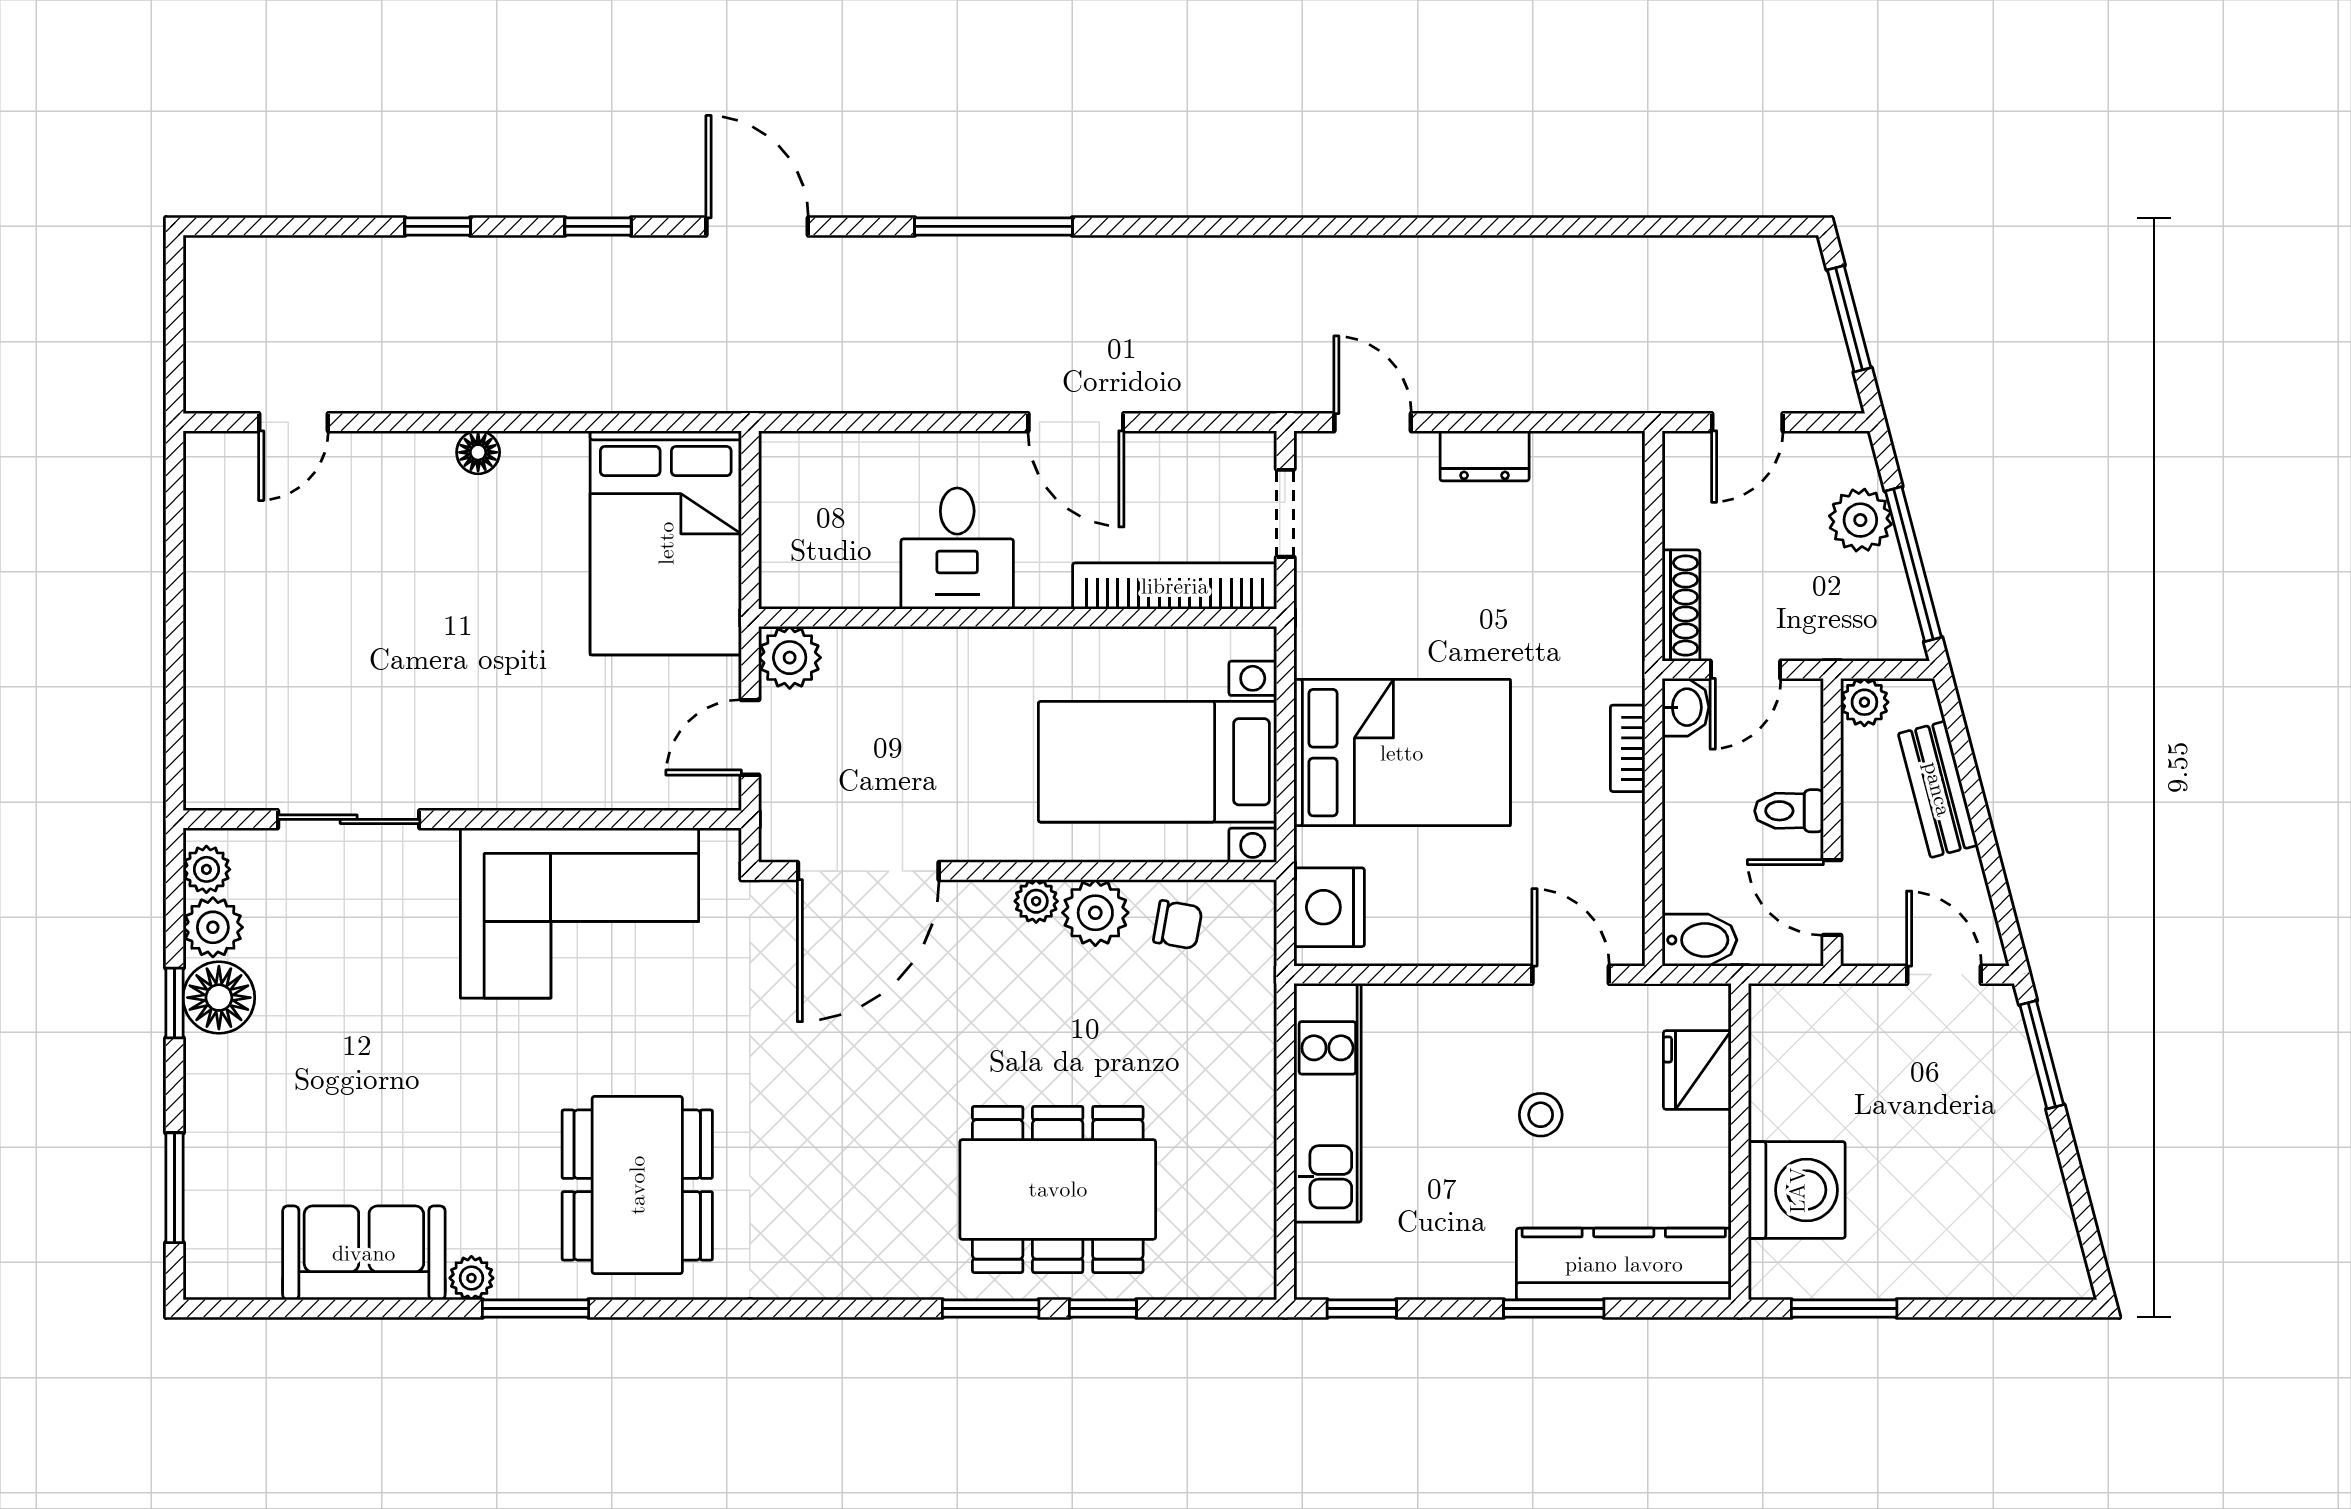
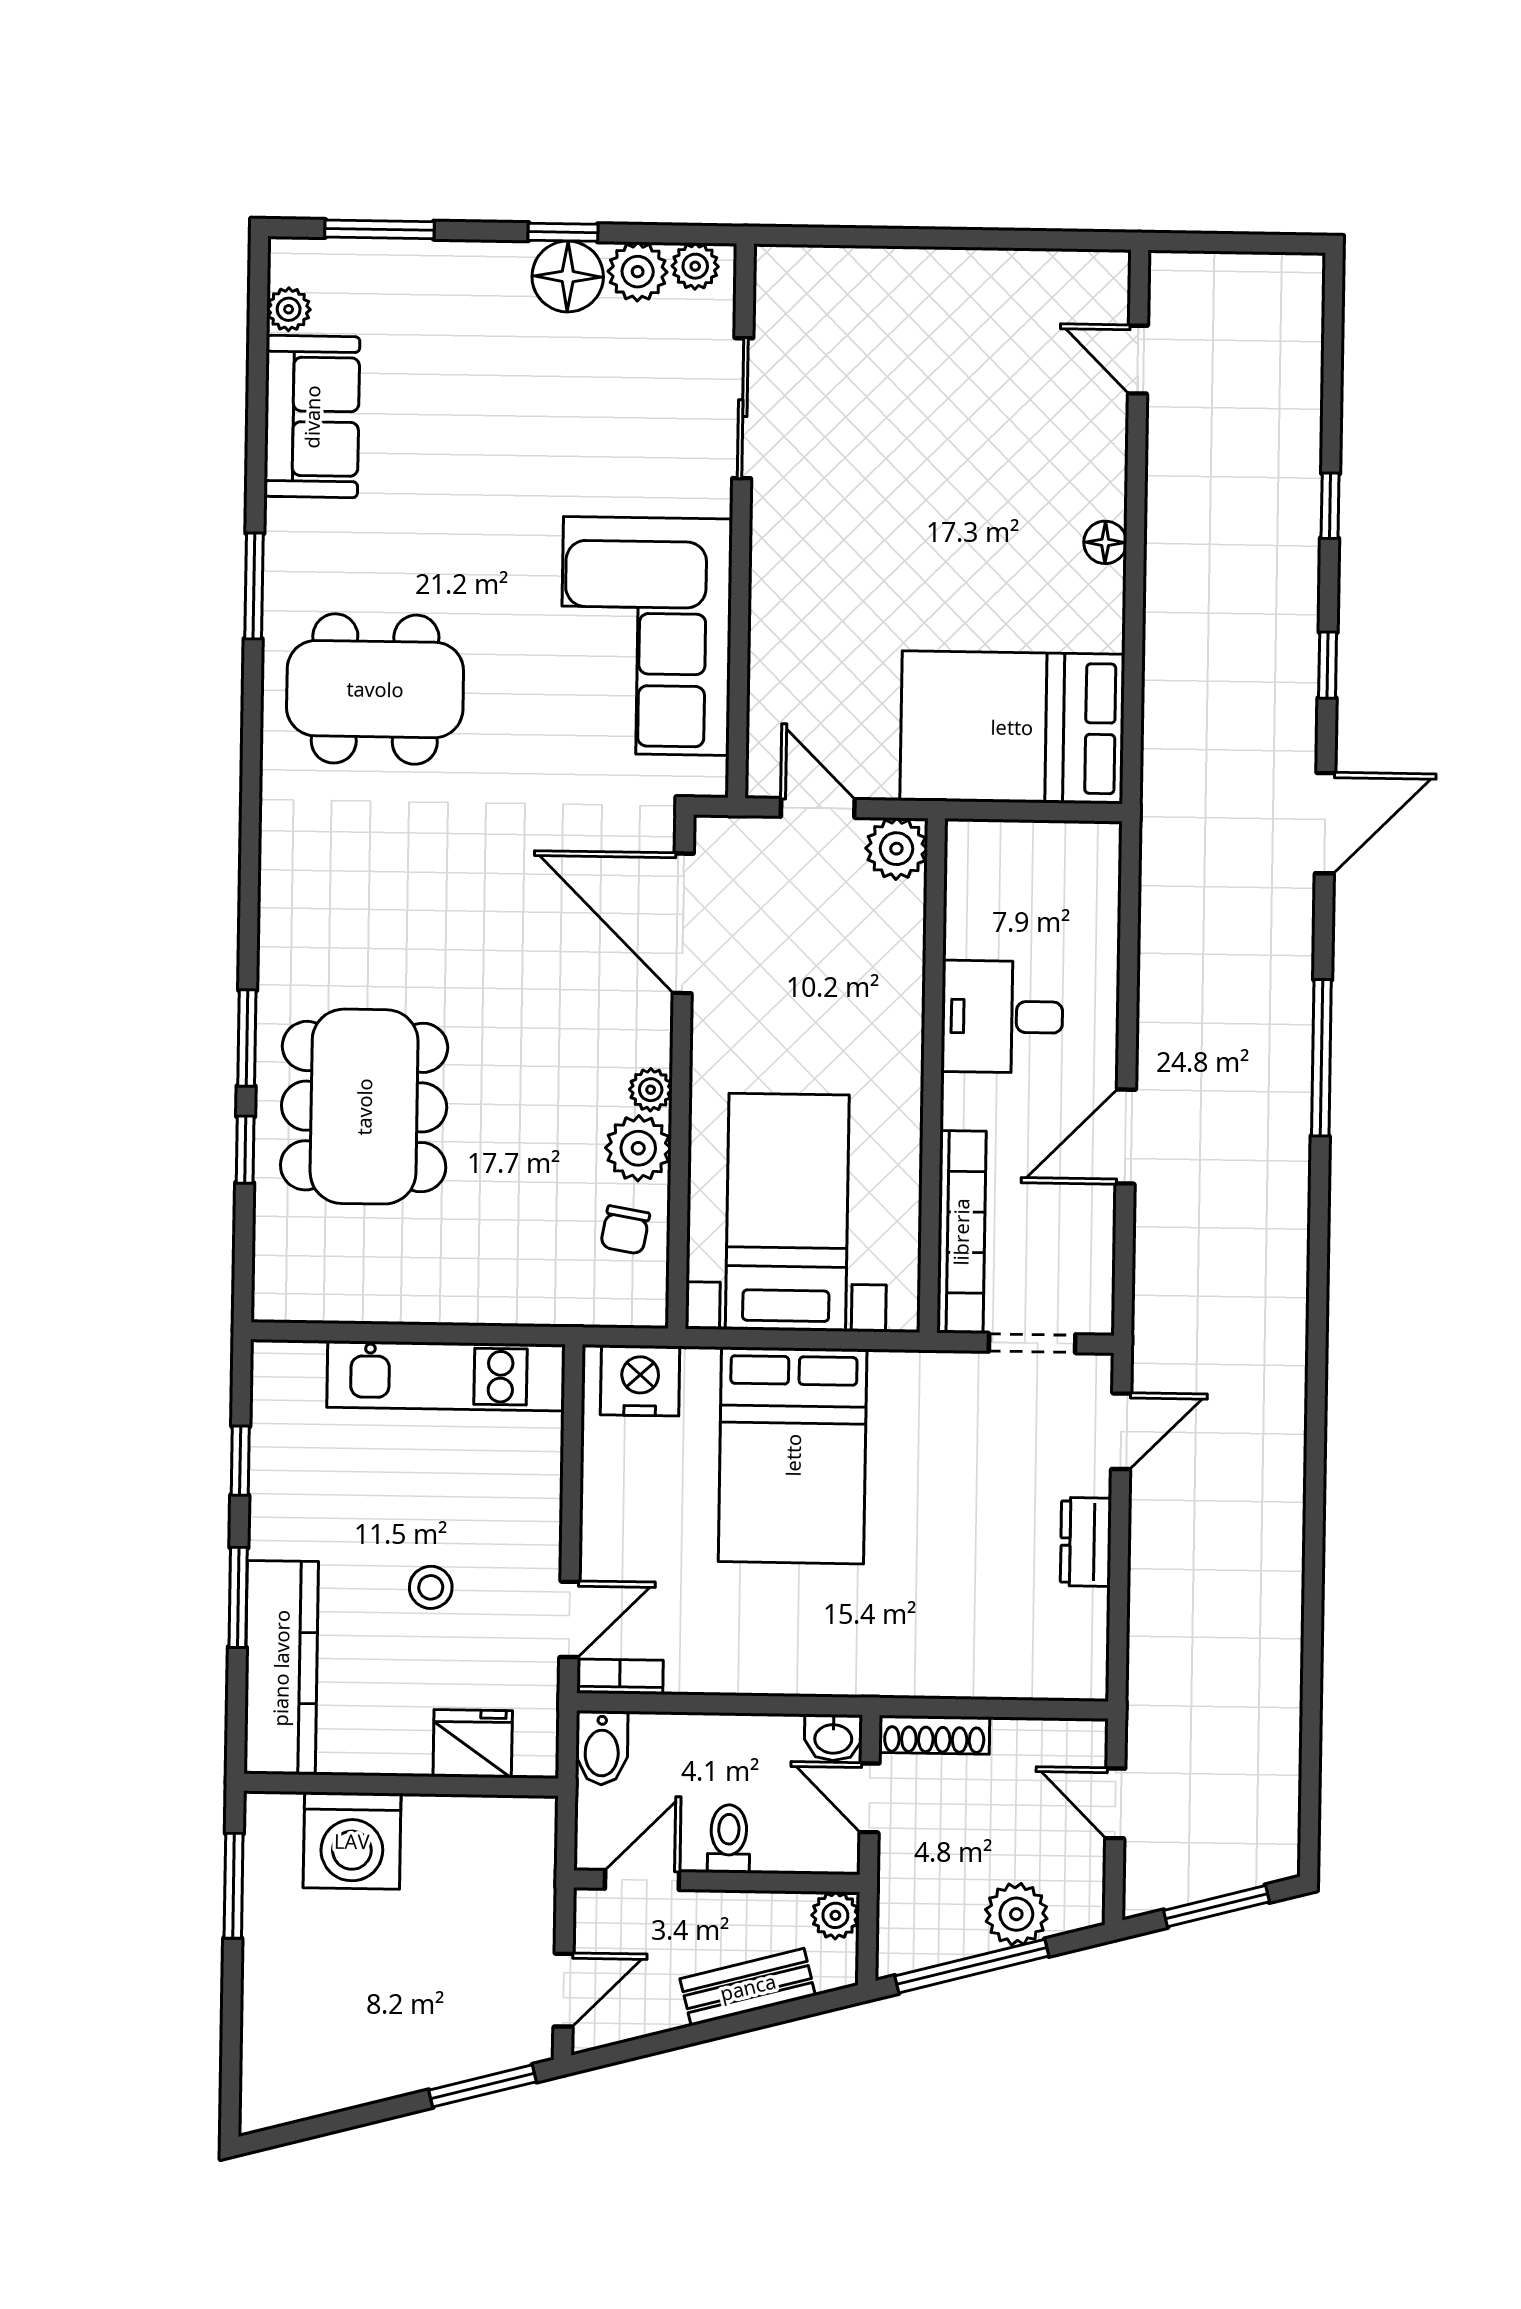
bookcase: (1628, 748) -> (620, 1677), moved
plant: (471, 1278) -> (289, 309), moved
window: (1362, 1308) -> (240, 1461), moved

